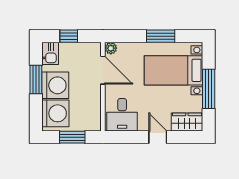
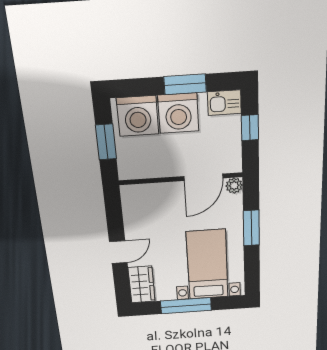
window: (161, 36) -> (251, 228), moved
desk: (122, 115) -> (144, 206), removed

